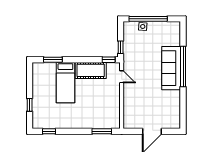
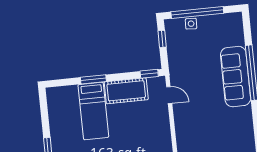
window: (121, 47) -> (162, 39), moved
window: (53, 60) -> (93, 79), moved

